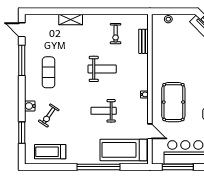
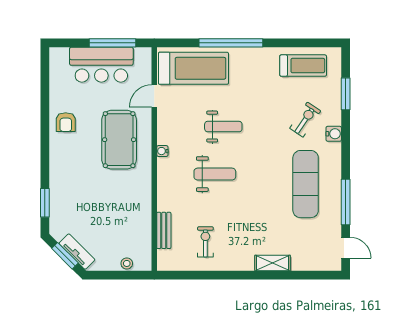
weight bench: (102, 69) -> (215, 174), moved, turned 180
exercise mat: (49, 72) -> (306, 184), width x1.36, depth x1.45
door: (150, 131) -> (154, 96), hinge flipped

